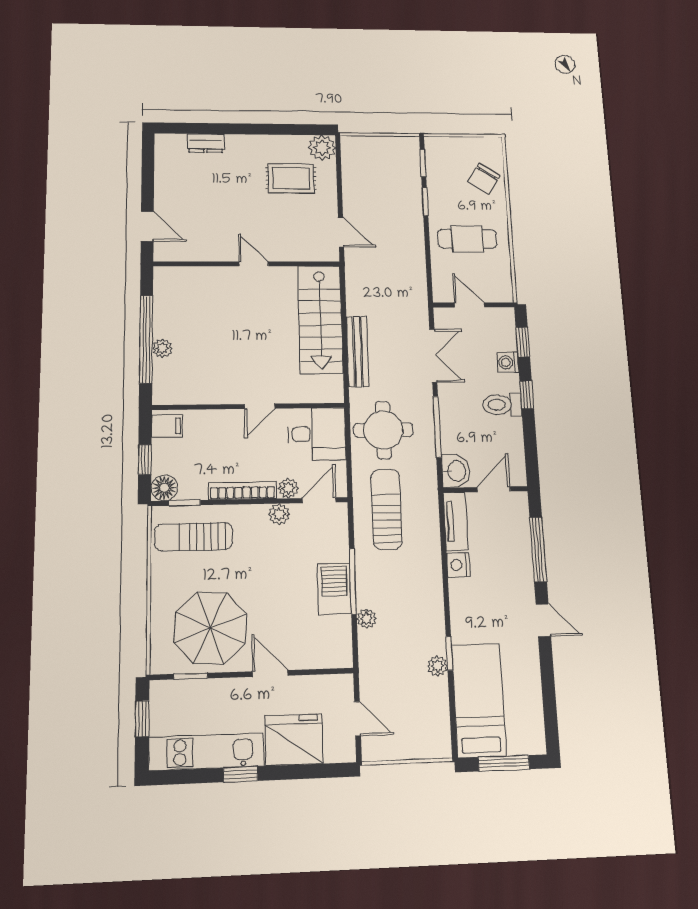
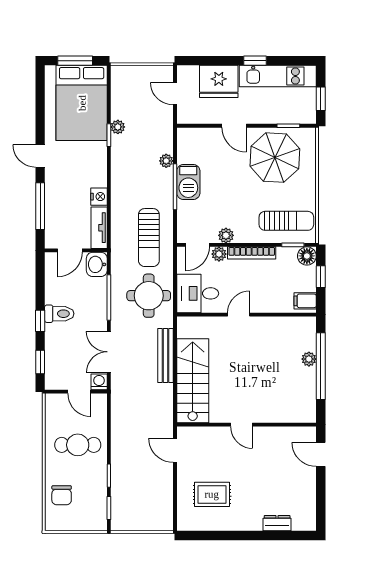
plant: (322, 148) -> (187, 520), removed
chair: (484, 179) -> (62, 495), turned 147
washing machine: (508, 362) -> (99, 382), moved, turned -90
bed: (479, 700) -> (82, 103), width x1.50

